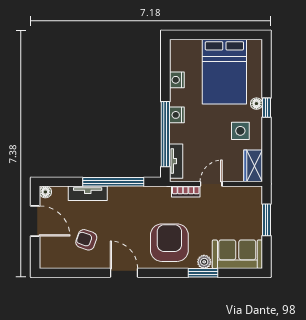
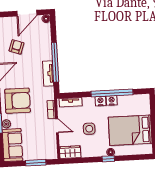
nightstand: (177, 80) -> (112, 100), moved
side table: (240, 131) -> (89, 129), moved
window: (165, 134) -> (112, 93), moved
tv unit: (88, 193) -> (48, 74), moved

